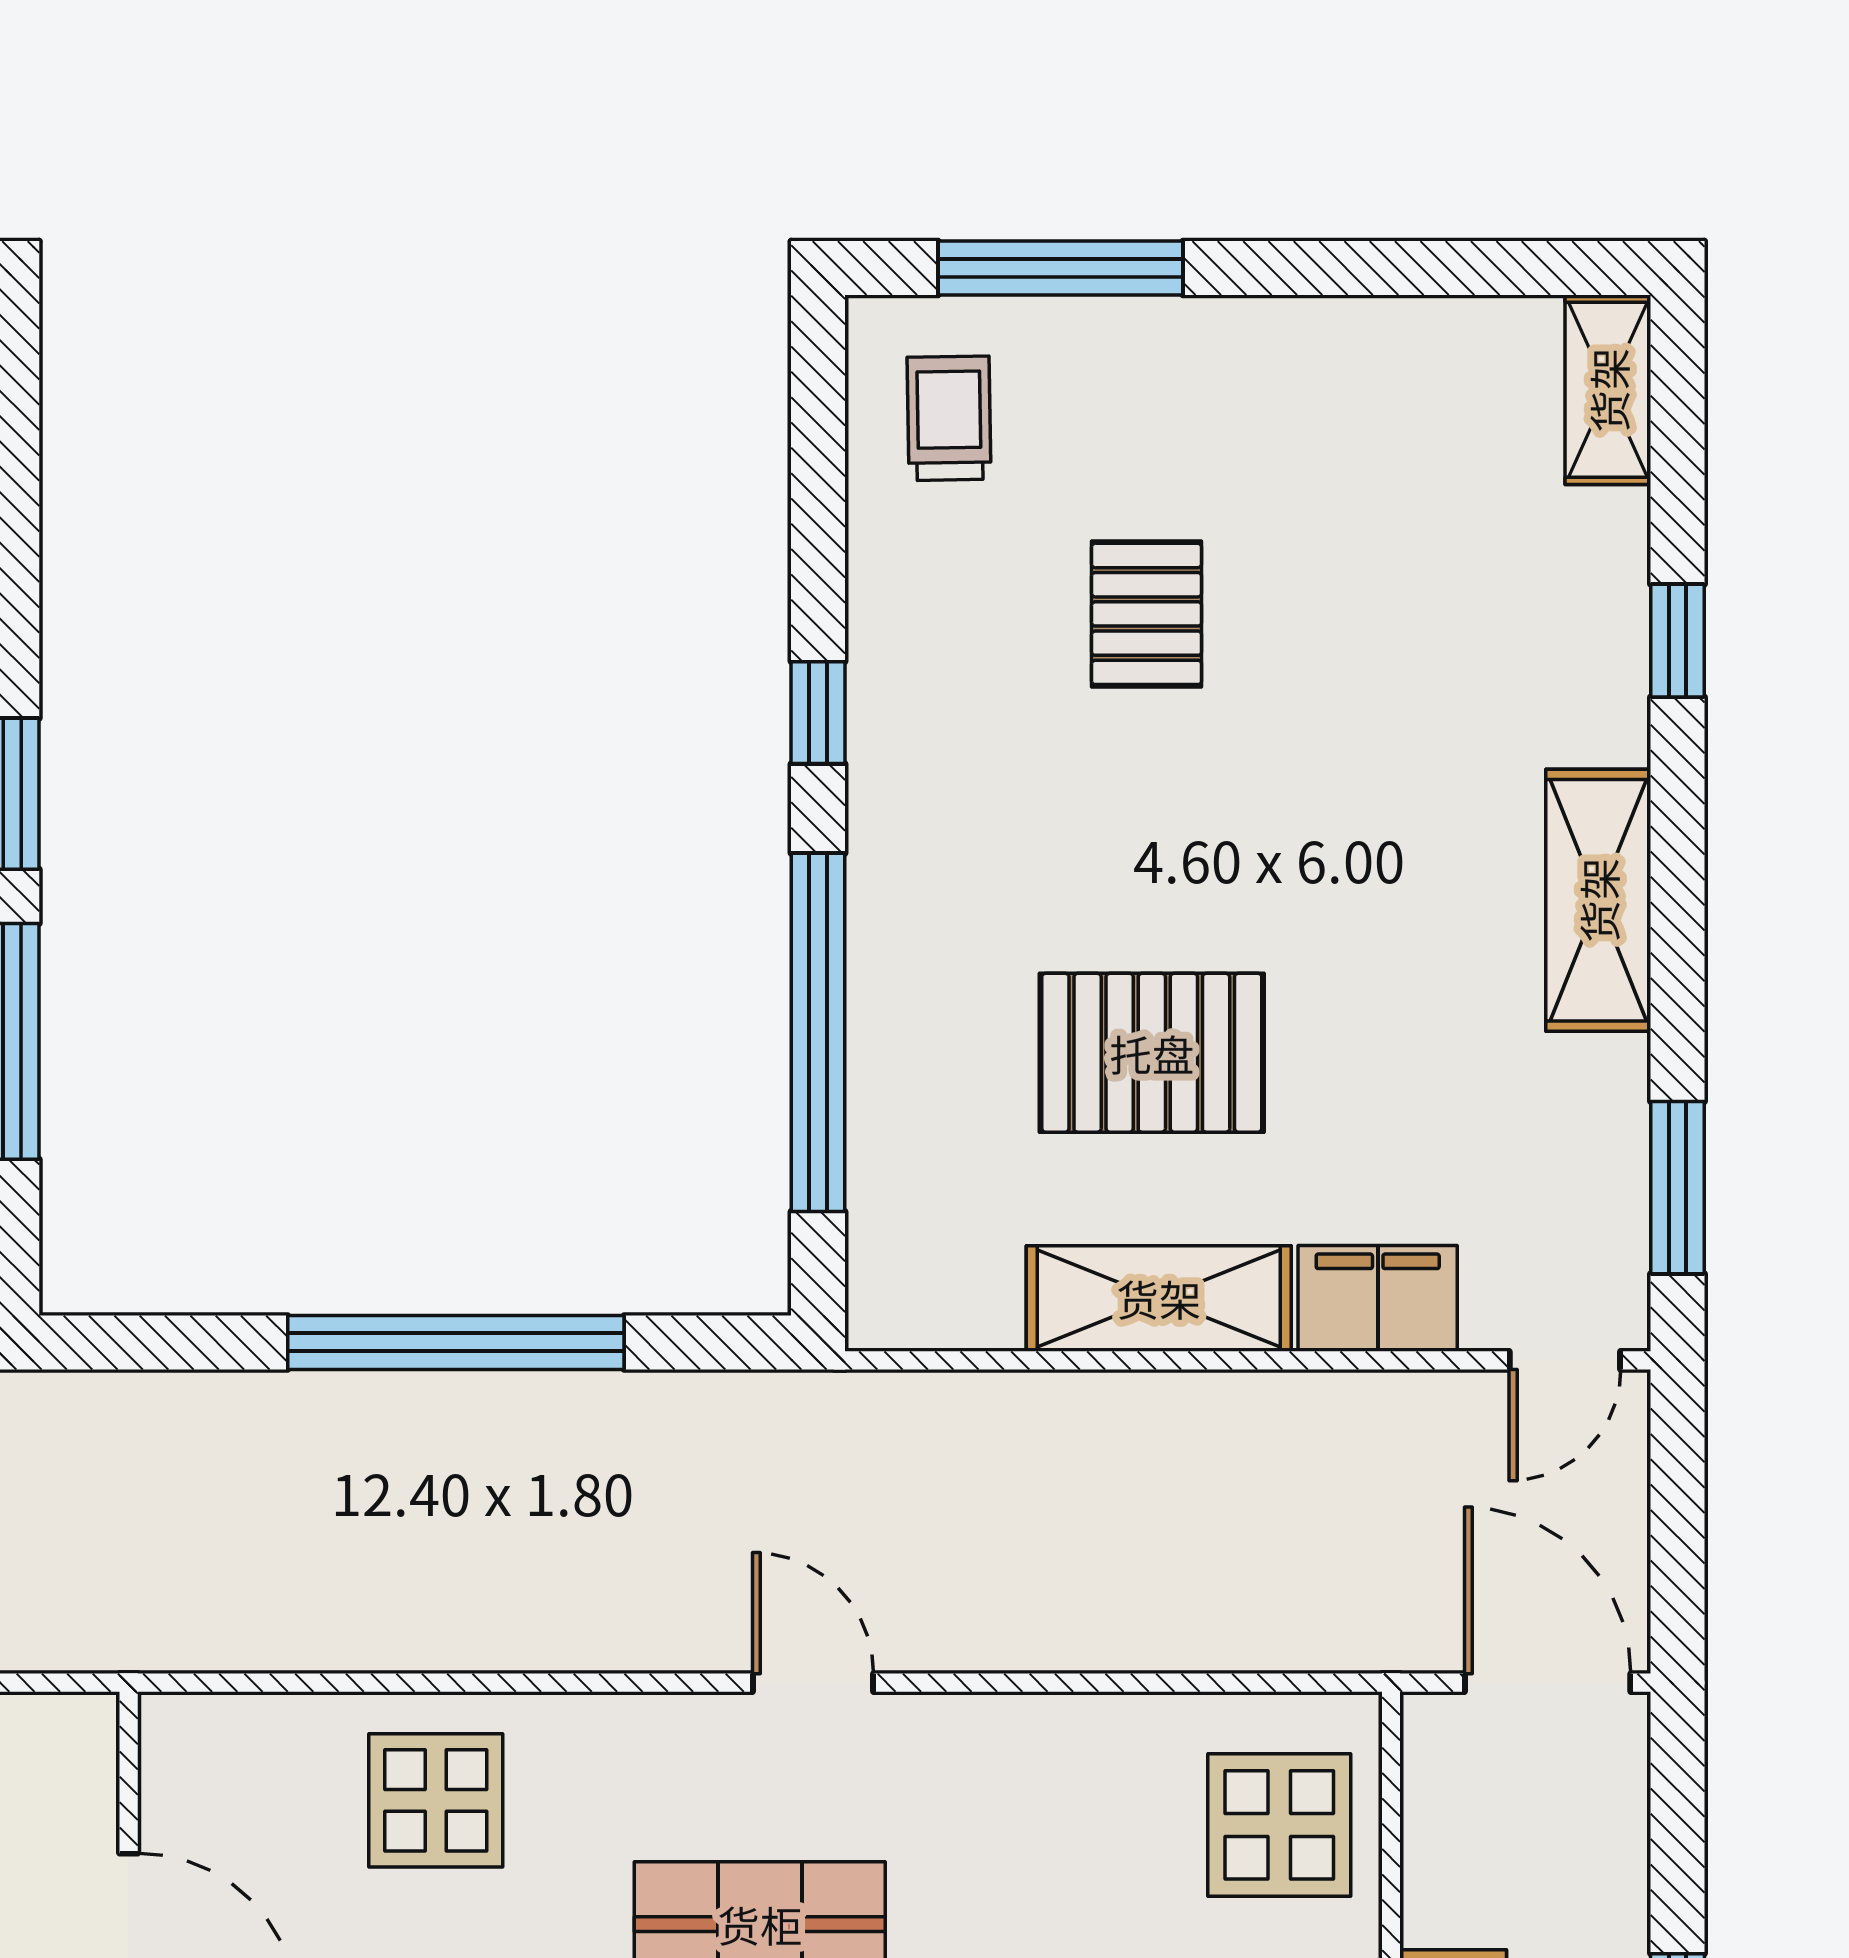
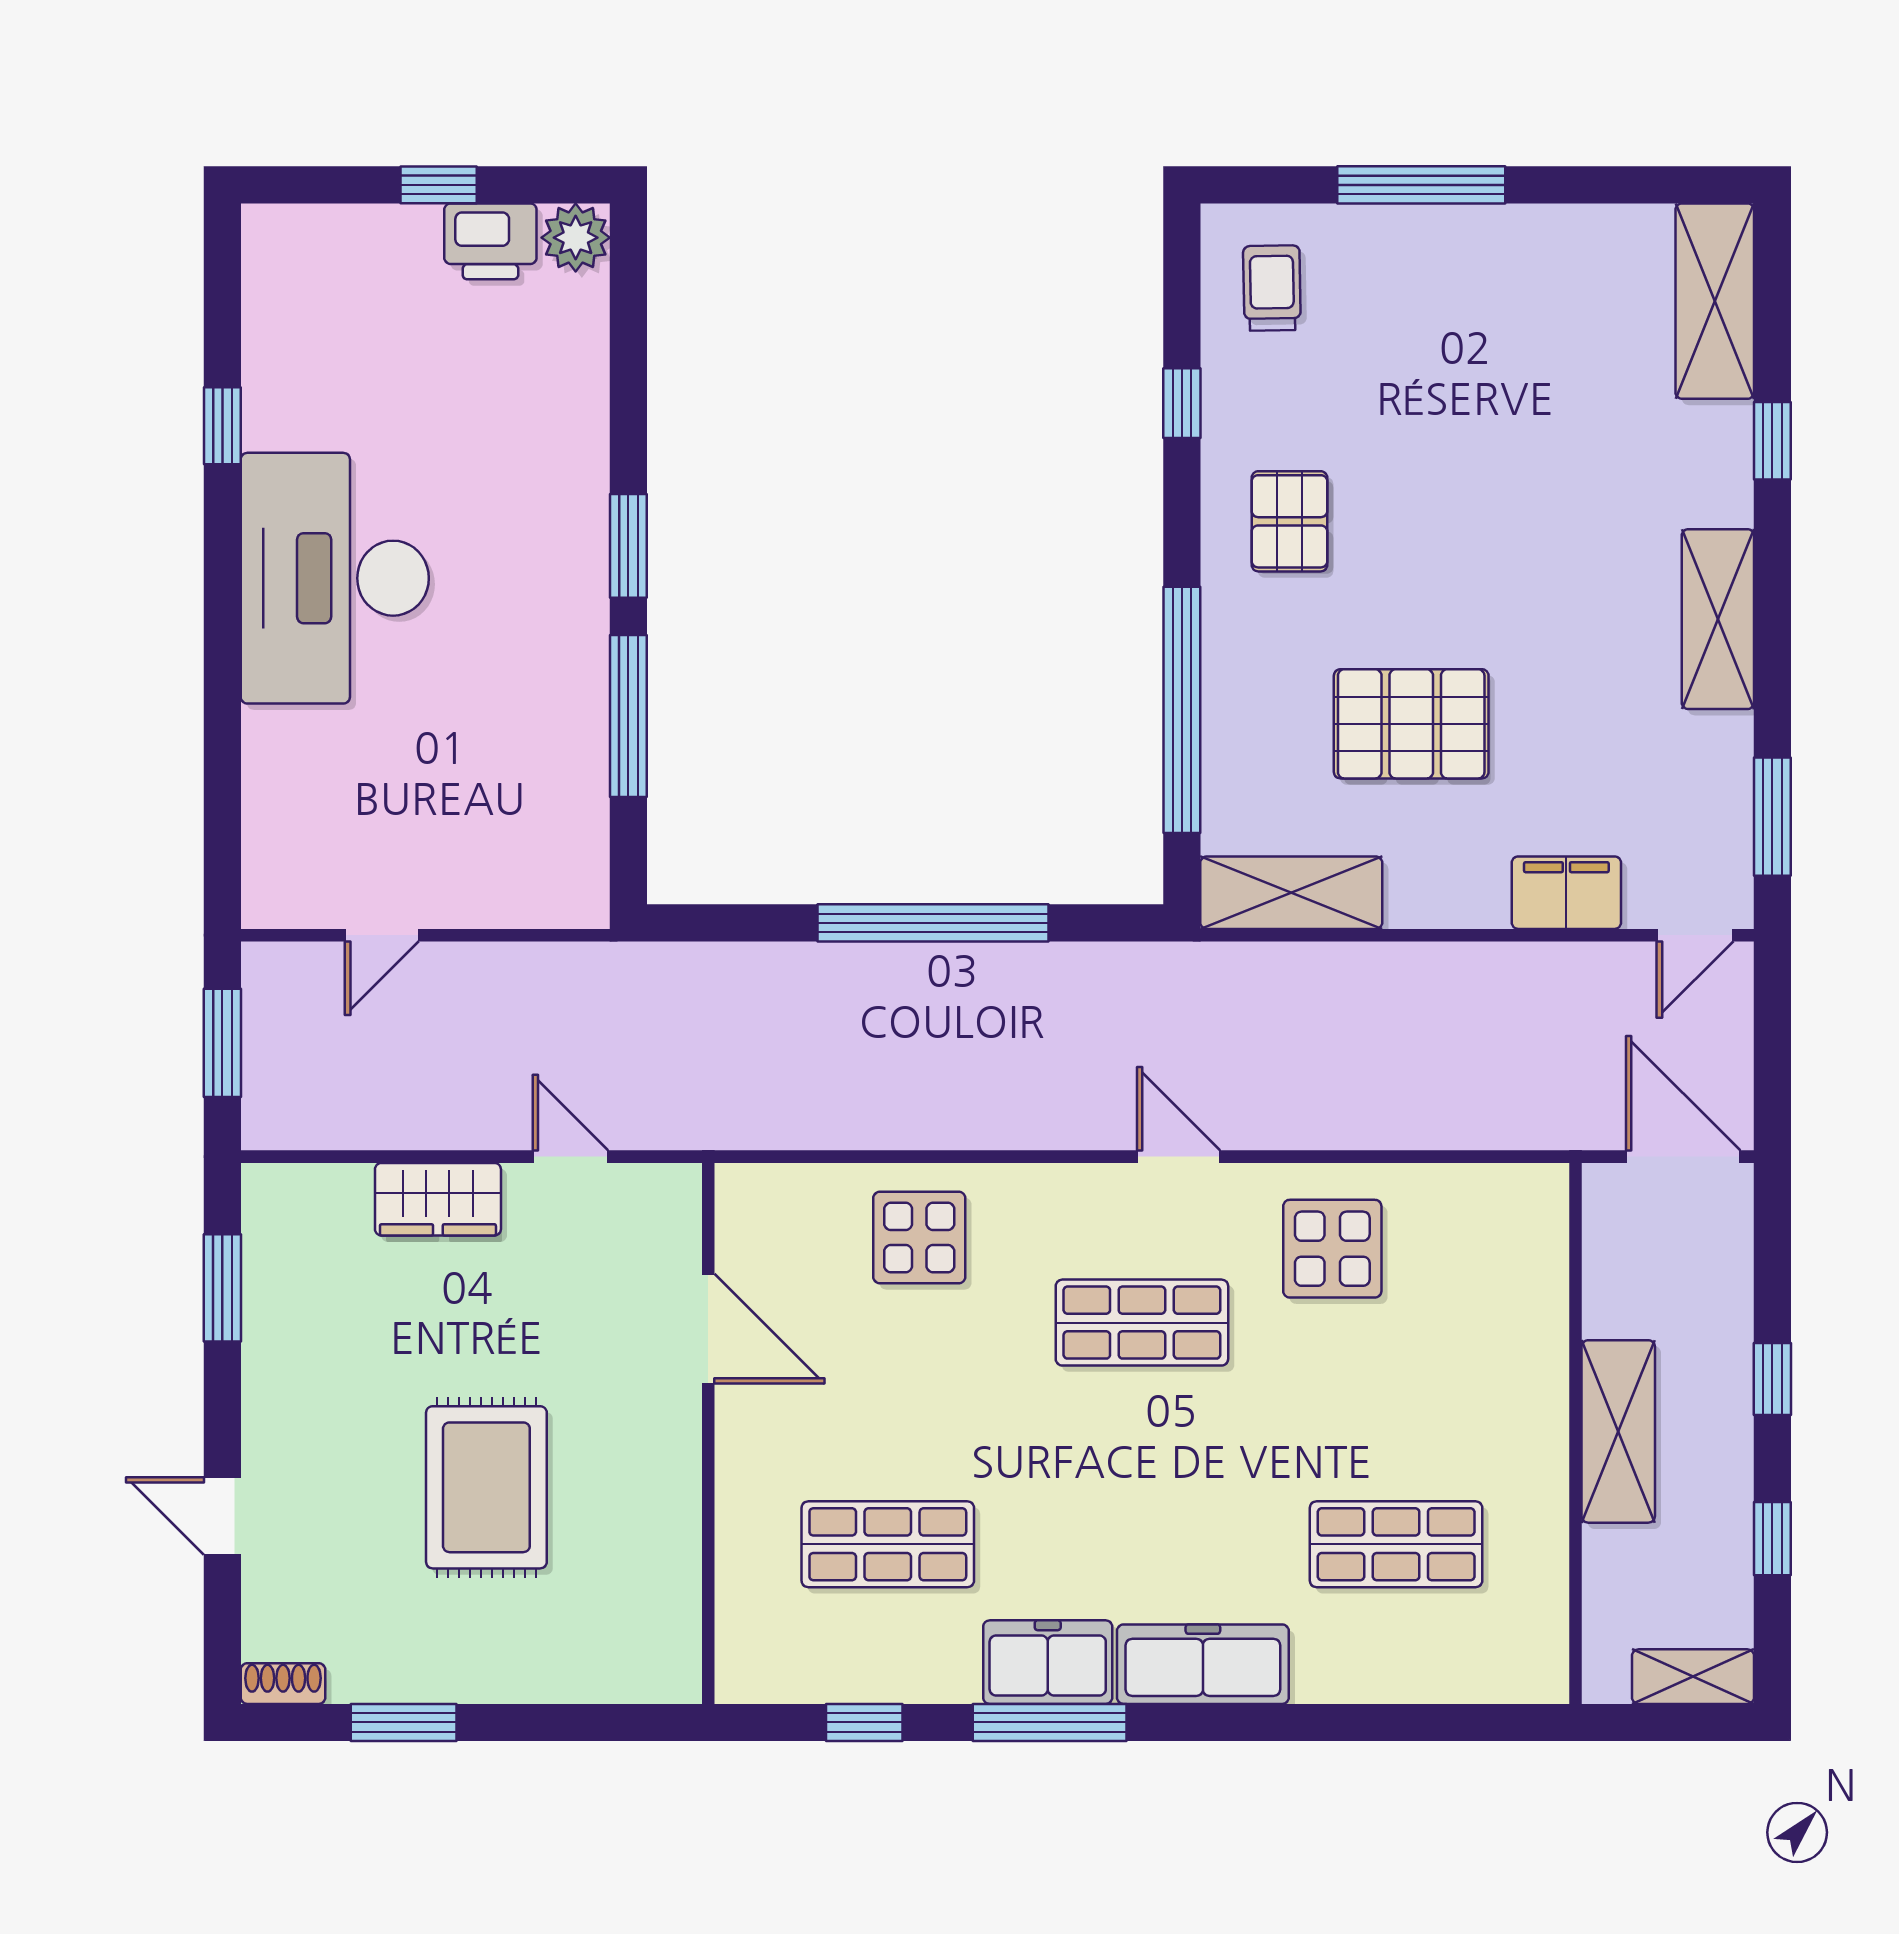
window: (1060, 268) -> (1421, 185), moved
shelving: (1608, 390) -> (1715, 301), width x1.50, depth x1.33
pallet: (1147, 614) -> (1289, 521), moved
window: (818, 713) -> (1182, 403), moved
shelving: (1159, 1298) -> (1291, 893), moved
display table: (1279, 1825) -> (1332, 1249), moved

